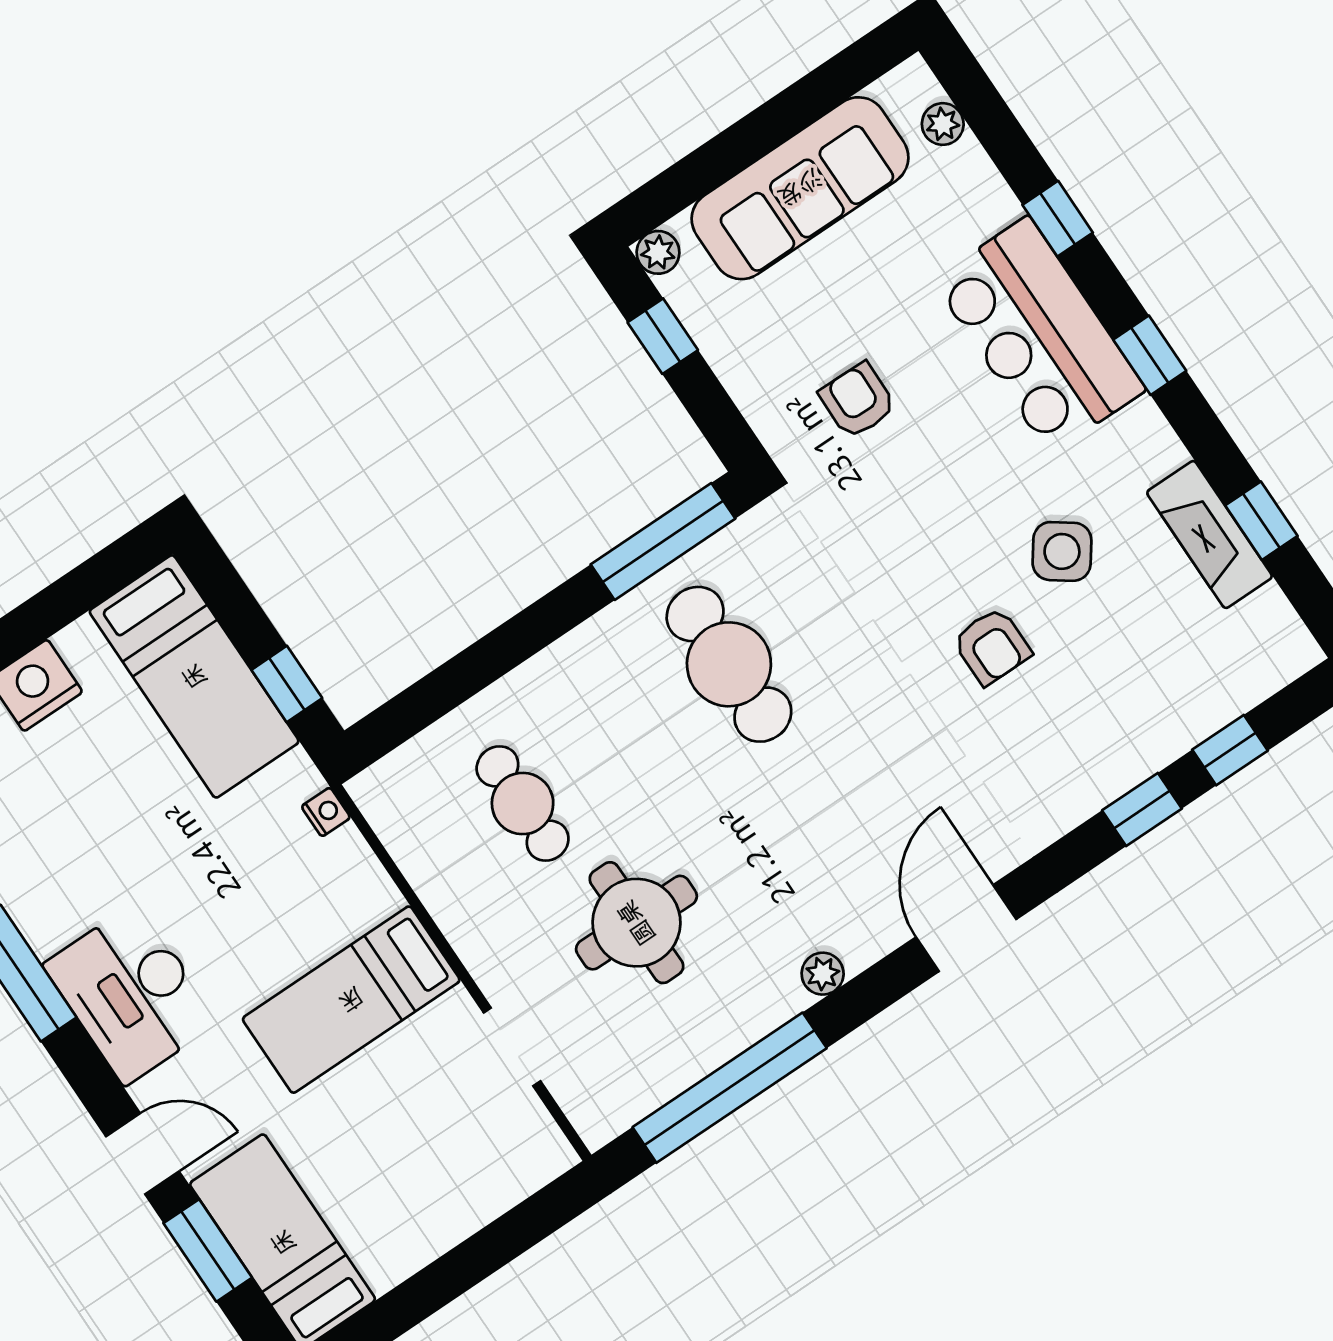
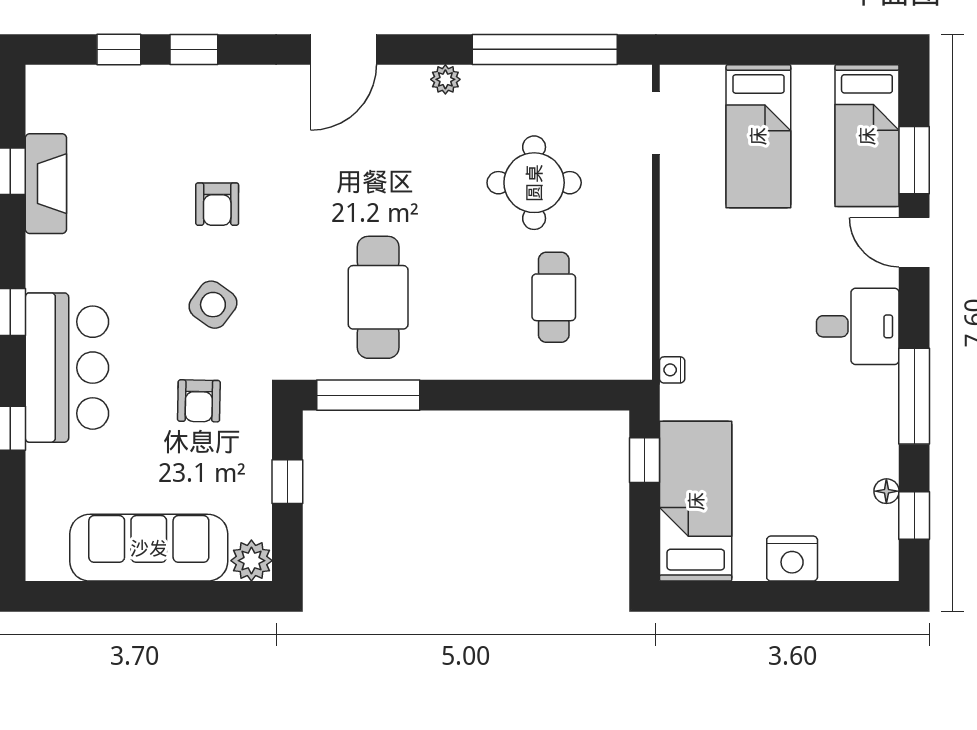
plant: (943, 124) -> (40, 529), removed
plant: (658, 252) -> (251, 561), width x1.38, depth x1.38
window: (663, 336) -> (287, 482), moved
side table: (1062, 551) -> (213, 305), moved
armchair: (992, 646) -> (217, 204), turned 180
desk: (131, 994) -> (858, 326), width x0.73
bed: (351, 1000) -> (758, 136), moved, turned 90
doorway: (512, 1047) -> (656, 123), moved

